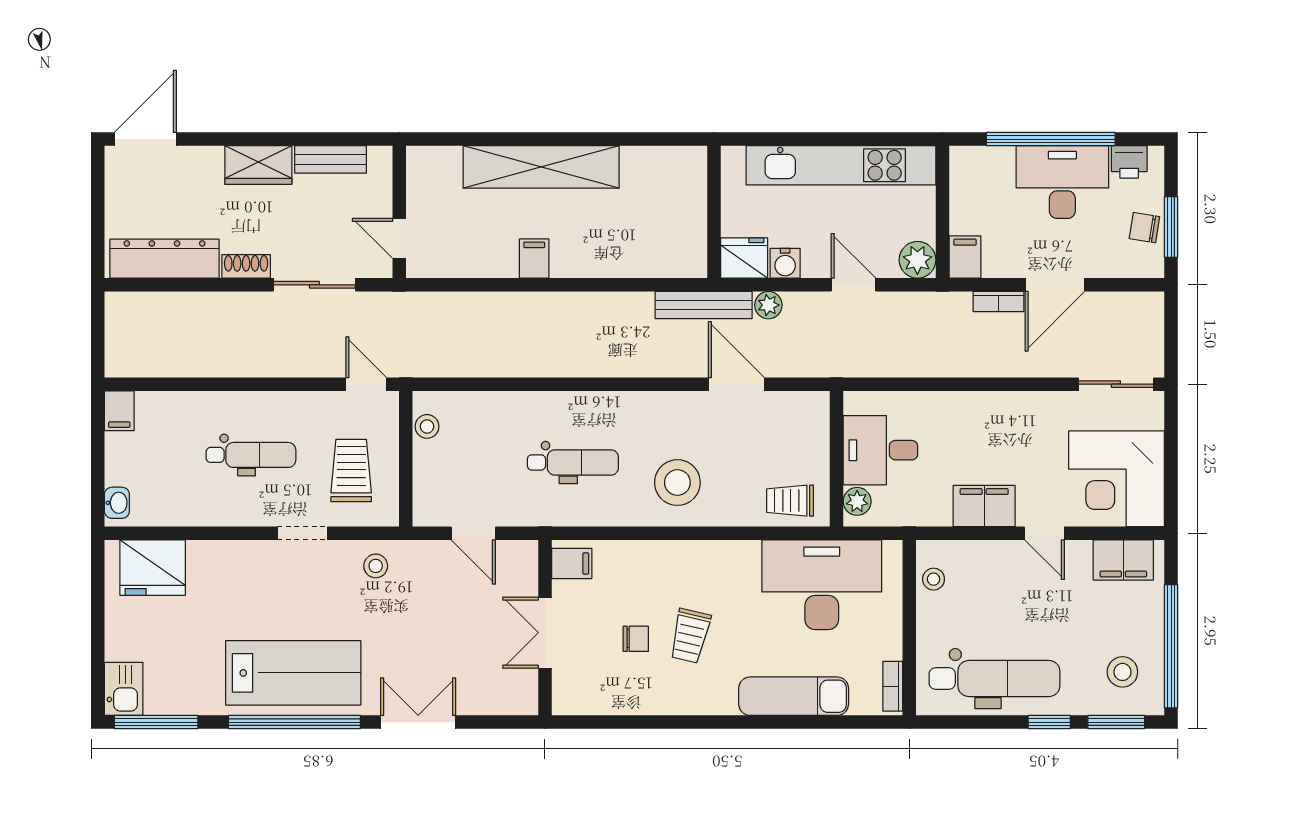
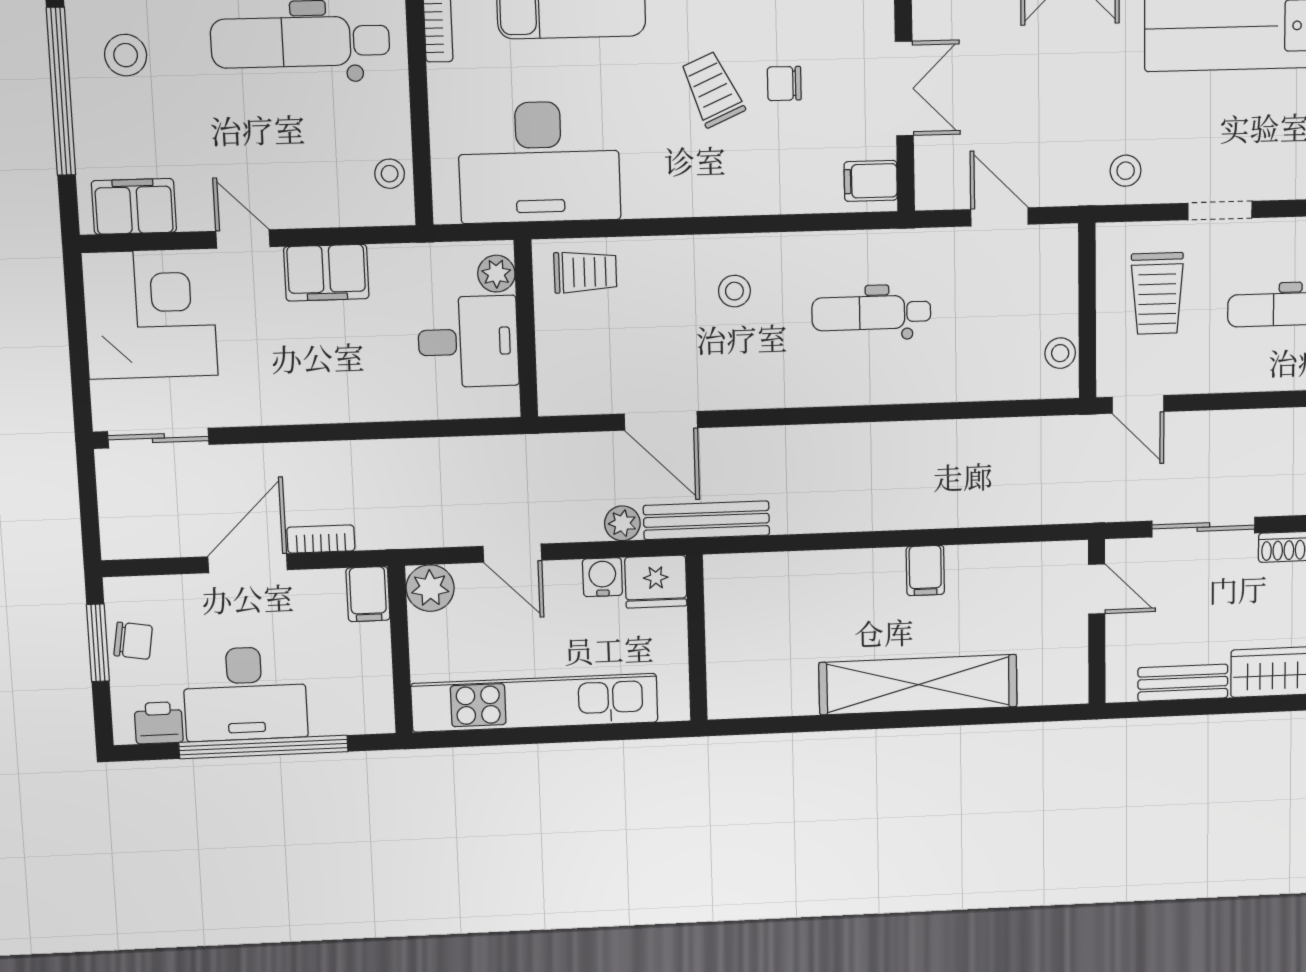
stool: (677, 483) -> (734, 291), width x0.53, depth x0.53
trolley: (690, 636) -> (712, 89), turned -37

